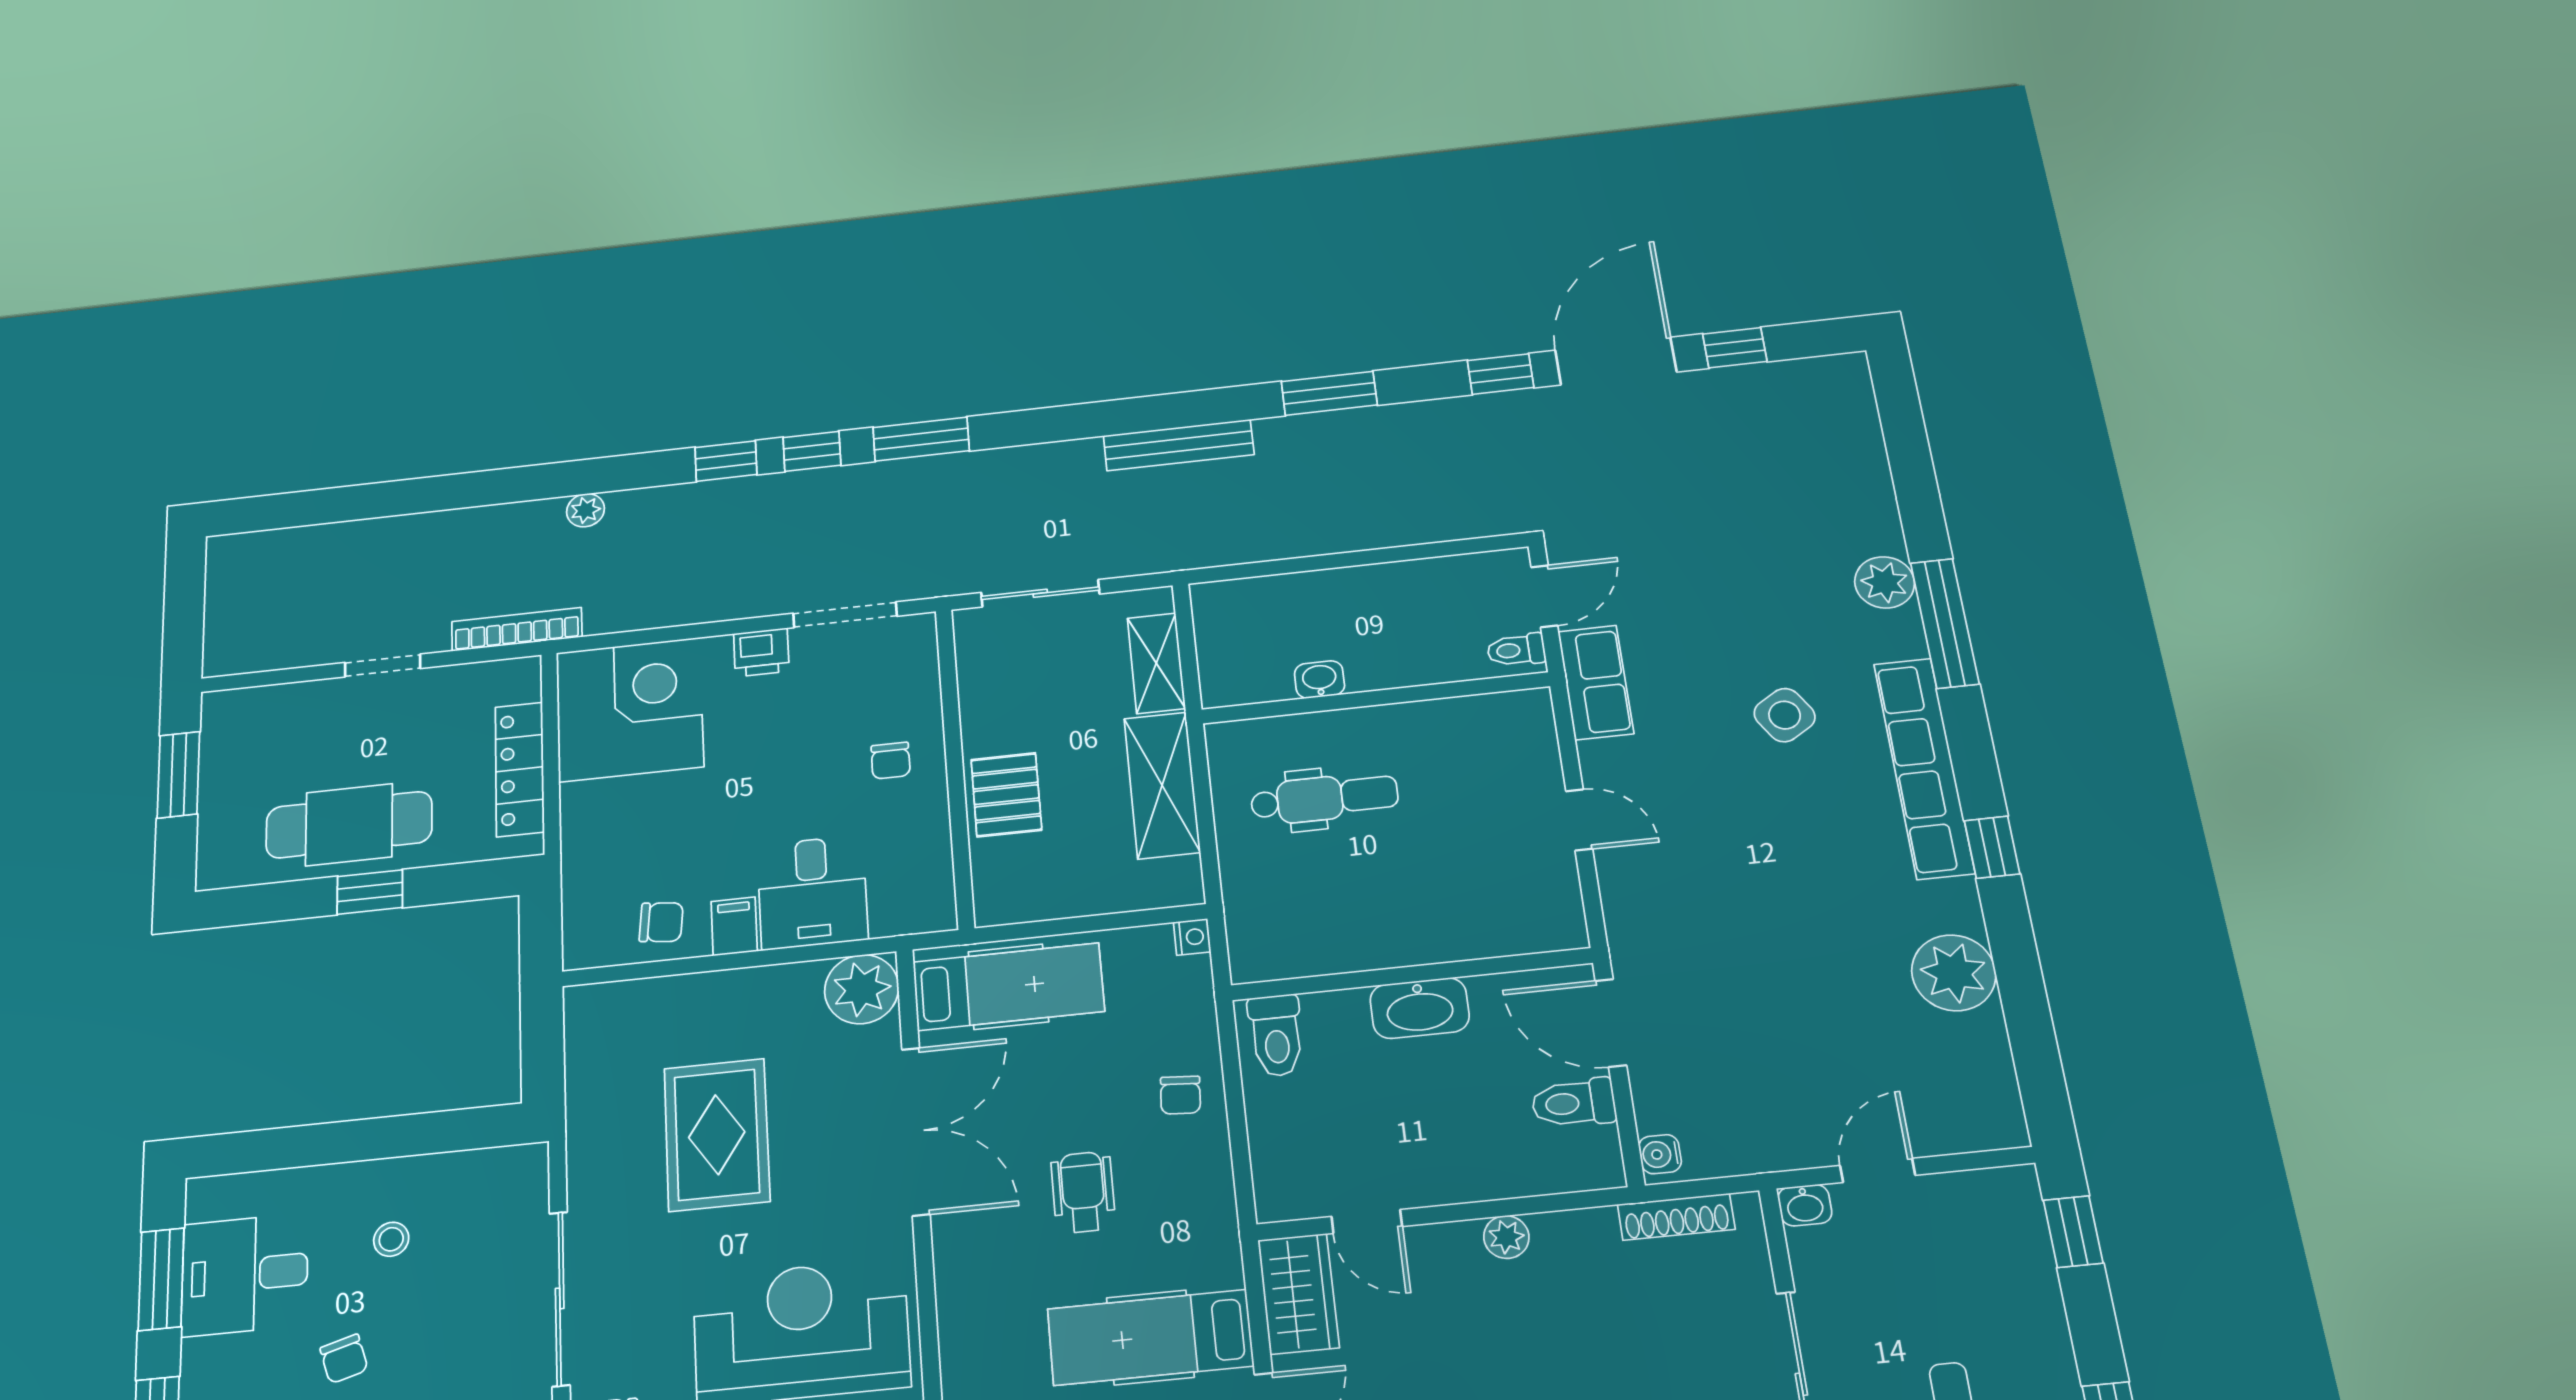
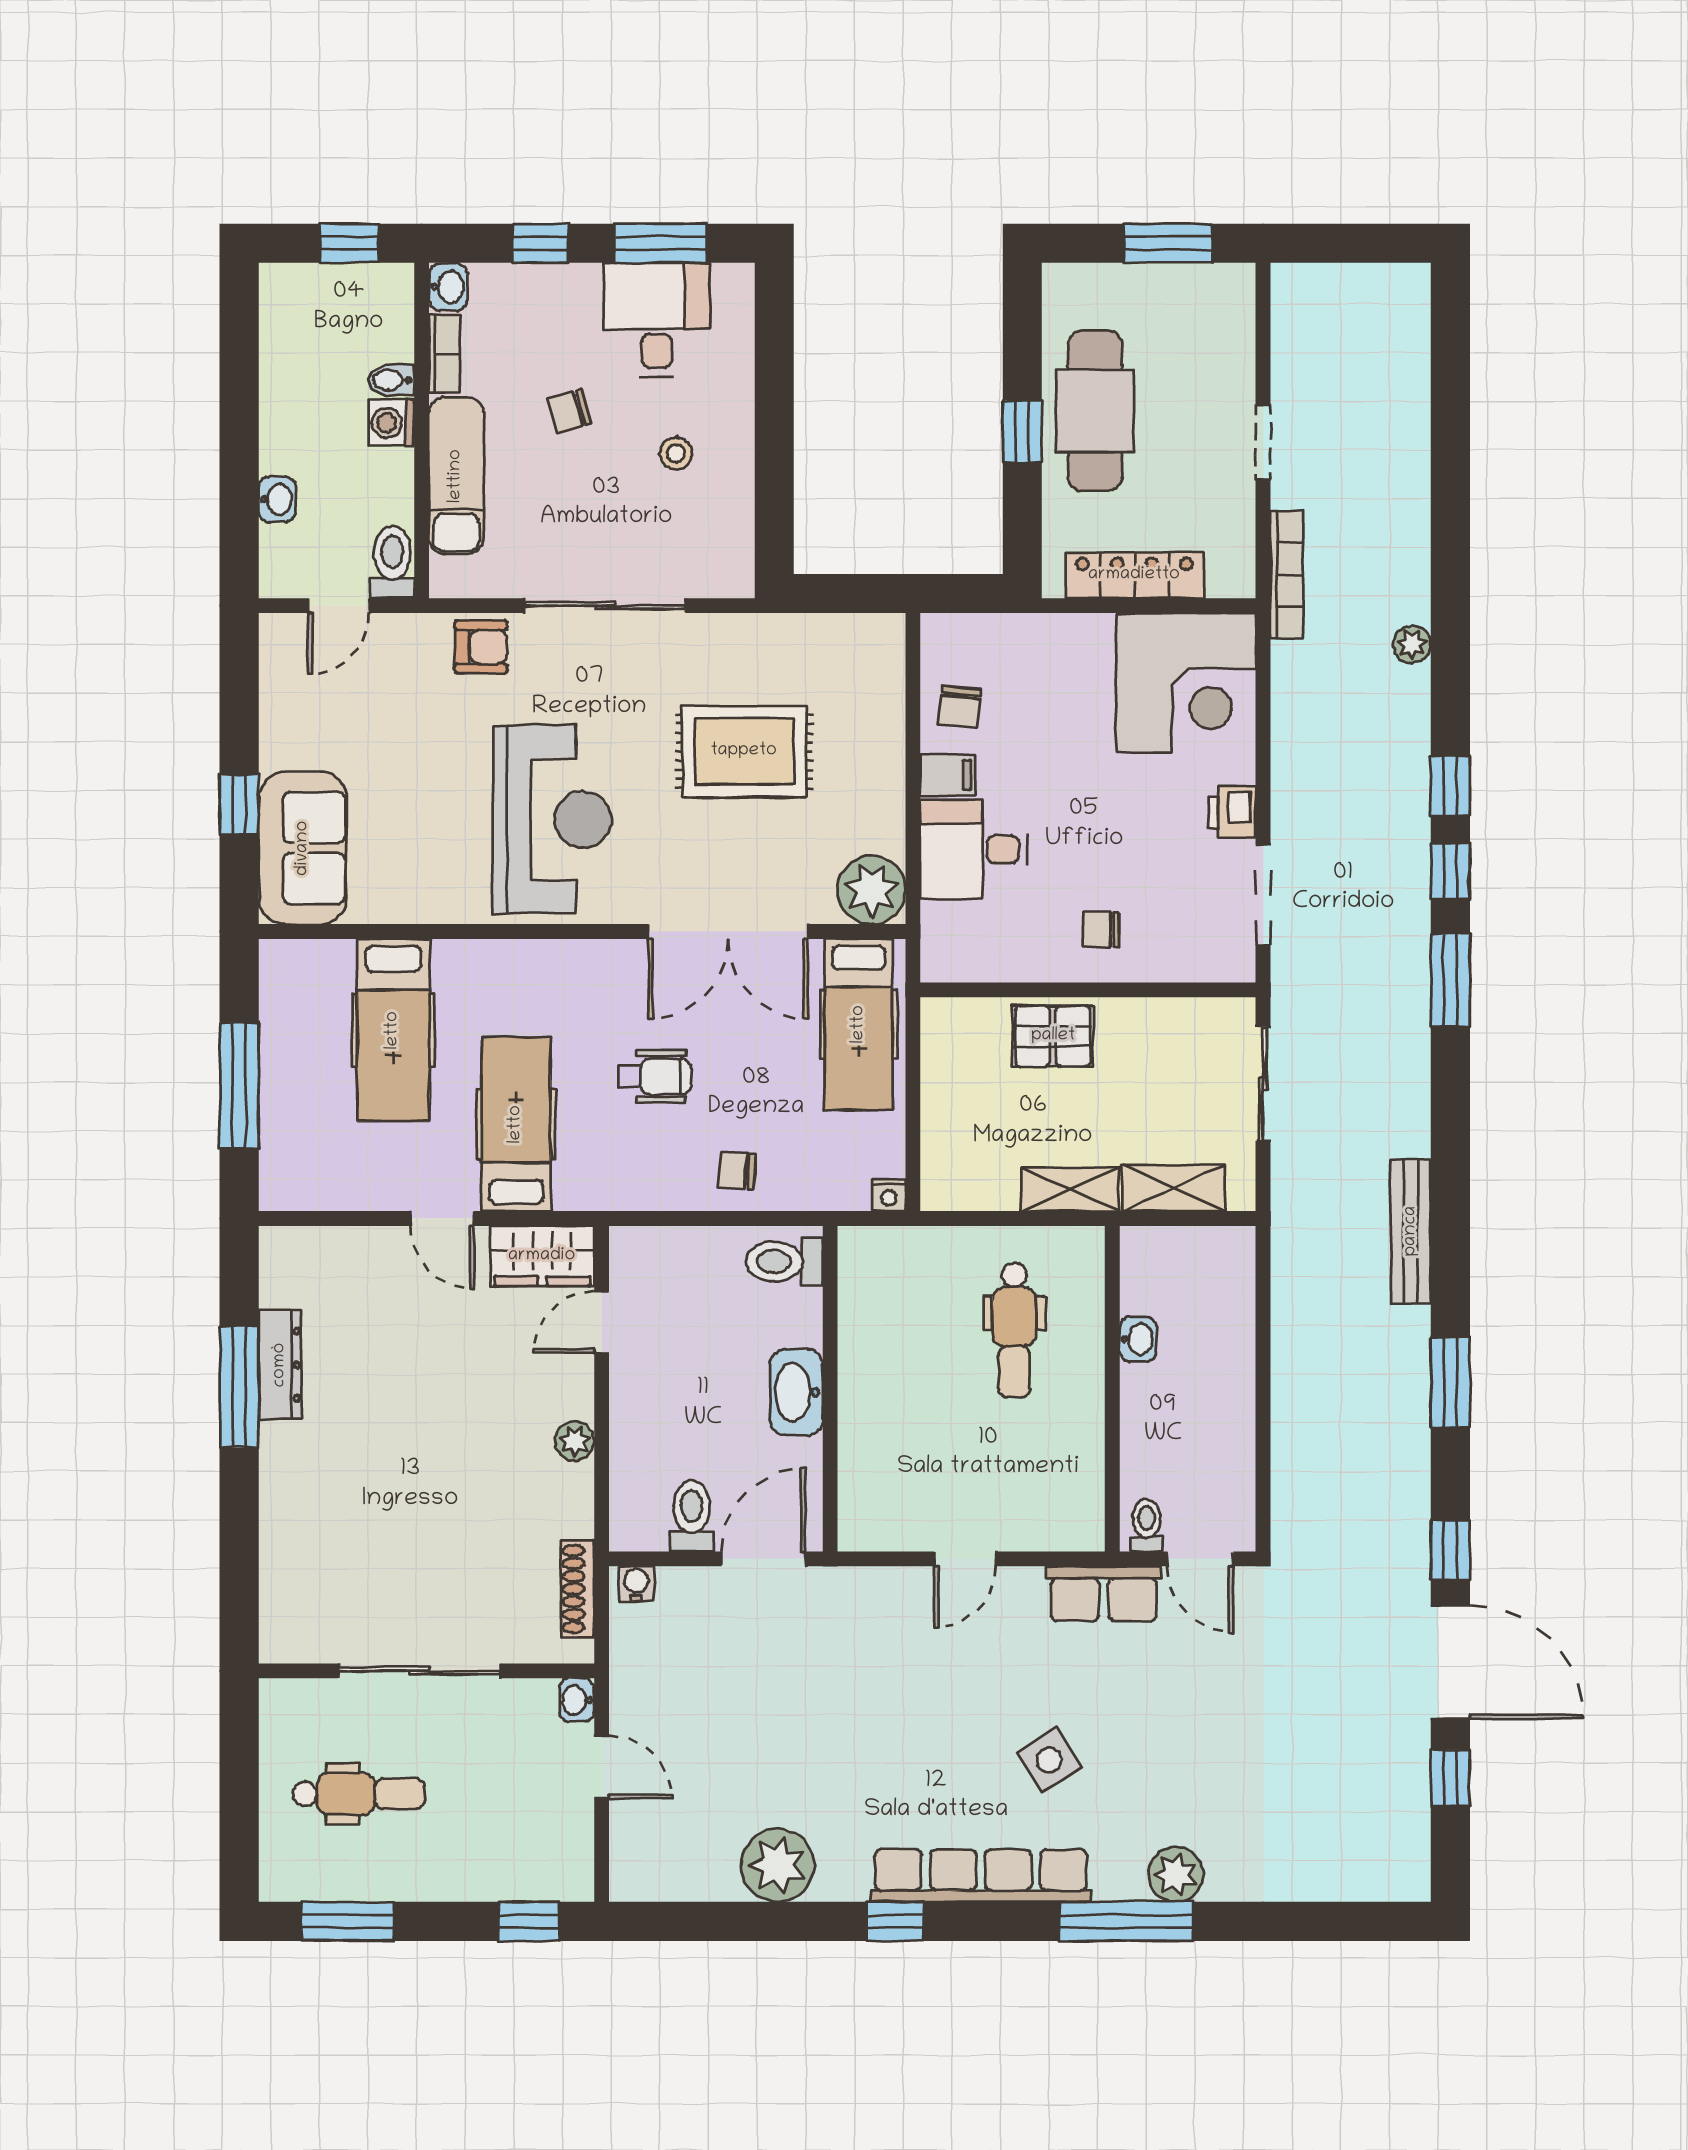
shelving: (1162, 785) -> (1070, 1189), width x0.67, depth x0.75

